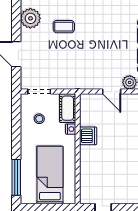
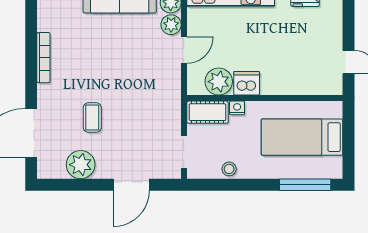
plant: (89, 116) -> (219, 82), added
stool: (39, 119) -> (229, 169), moved

